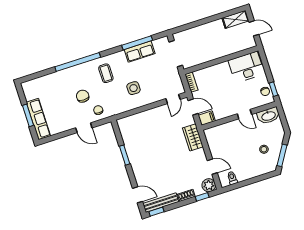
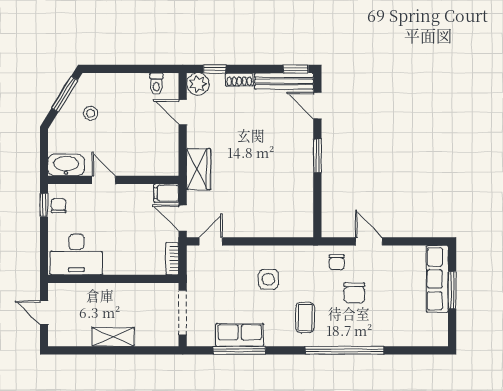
shelving: (235, 19) -> (113, 337), moved
window: (125, 155) -> (317, 156), moved

